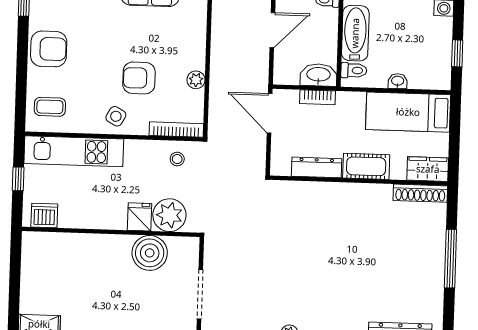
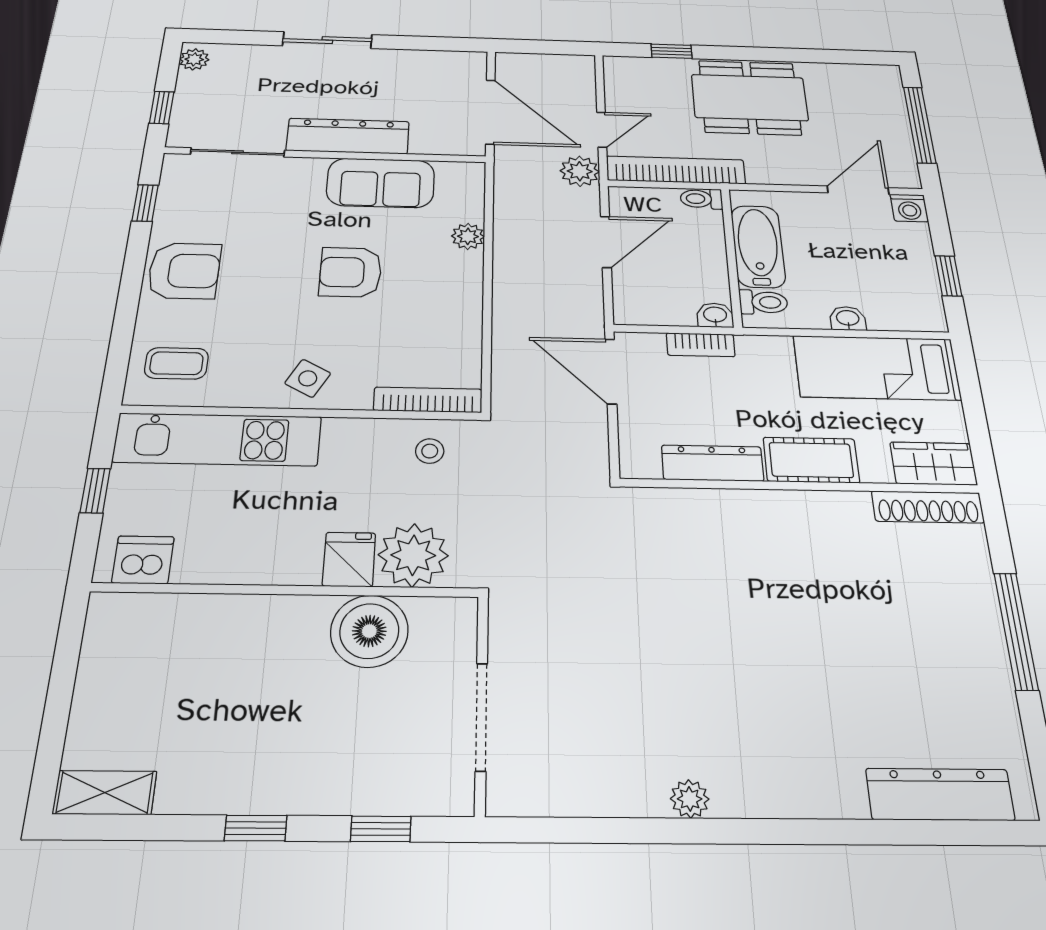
washbasin: (319, 75) -> (715, 315), width x0.52, depth x0.69
armchair: (139, 78) -> (351, 272), moved
plant: (196, 80) -> (468, 236), moved

